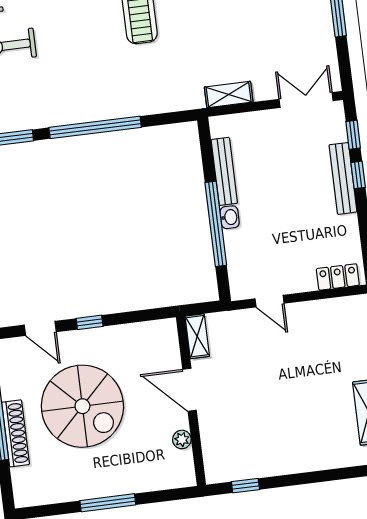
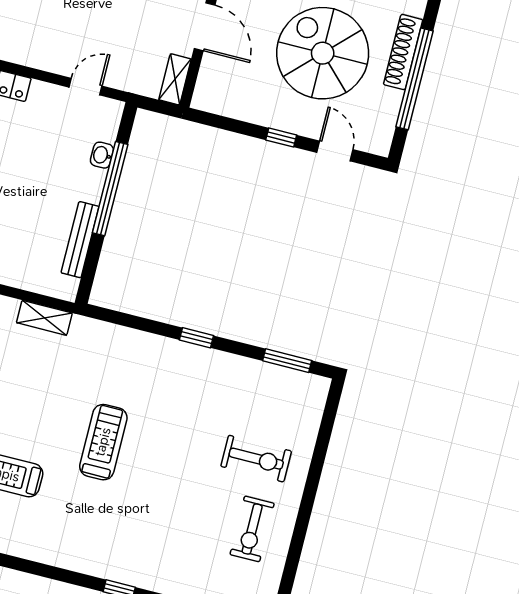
window: (95, 127) -> (196, 338), width x0.32
washbasin: (230, 217) -> (102, 155), moved
door: (270, 301) -> (85, 87), hinge flipped

